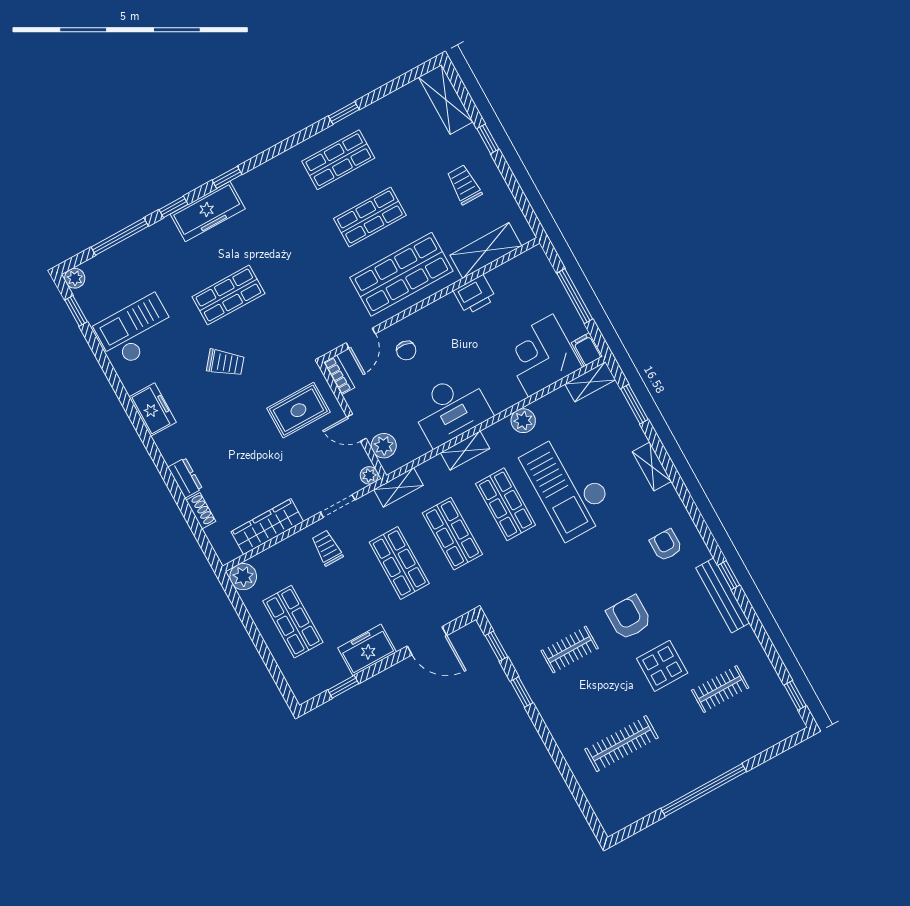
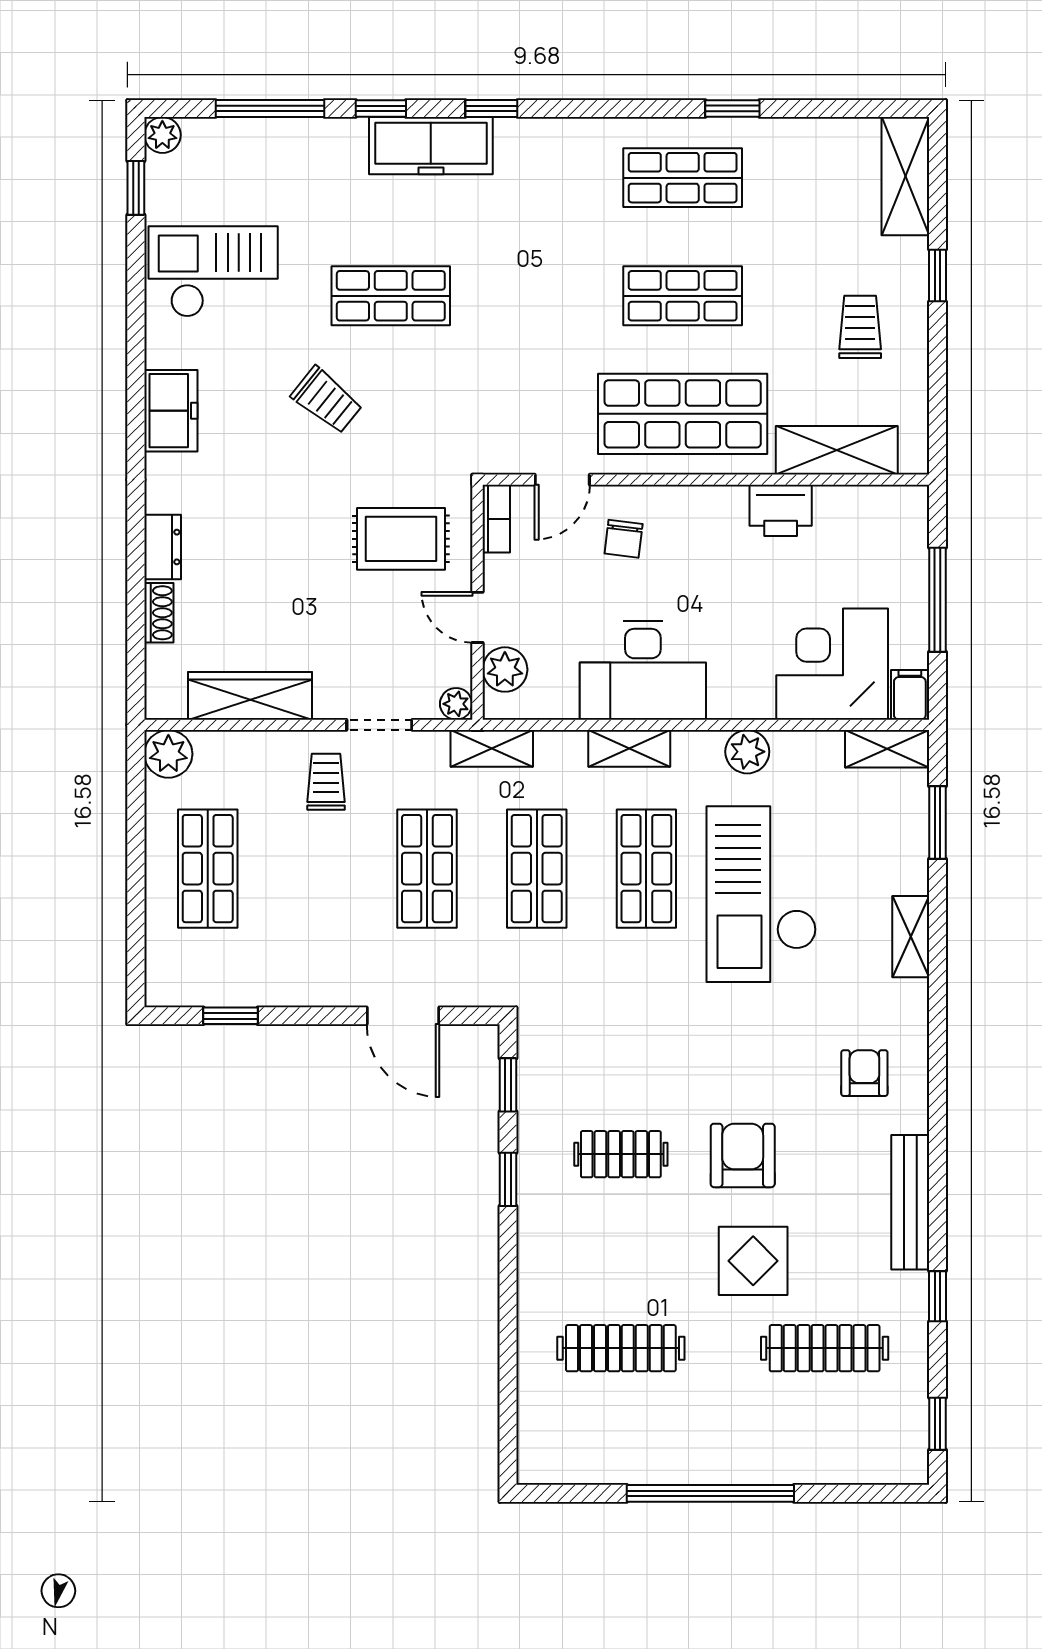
window: (729, 575) -> (937, 1296), moved
freezer: (367, 650) -> (300, 978), removed
clothes rail: (720, 689) -> (825, 1348), width x1.36

